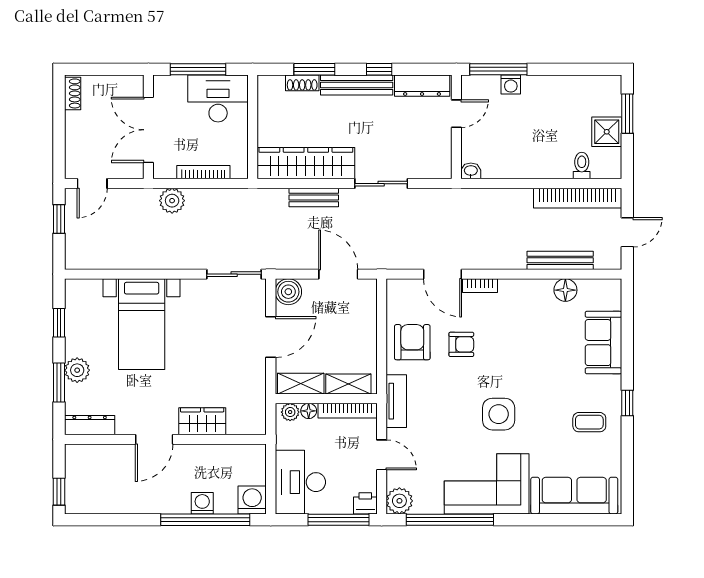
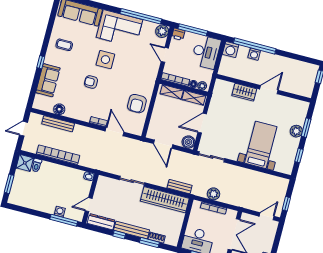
shower: (607, 132) -> (25, 163), moved
bench: (314, 197) -> (180, 187), moved
bookcase: (578, 198) -> (58, 155), moved
plant: (172, 201) -> (213, 194), moved
armchair: (461, 344) -> (91, 82), moved
tv unit: (396, 401) -> (151, 78), removed
window: (627, 403) -> (41, 62), moved
dresser: (90, 425) -> (297, 104), removed

